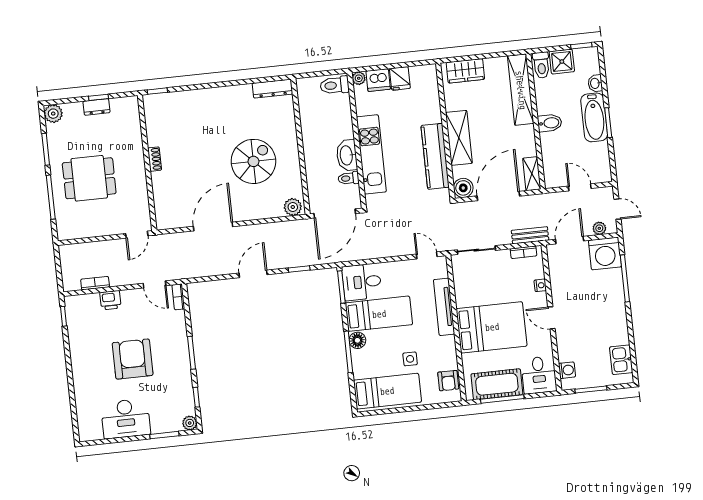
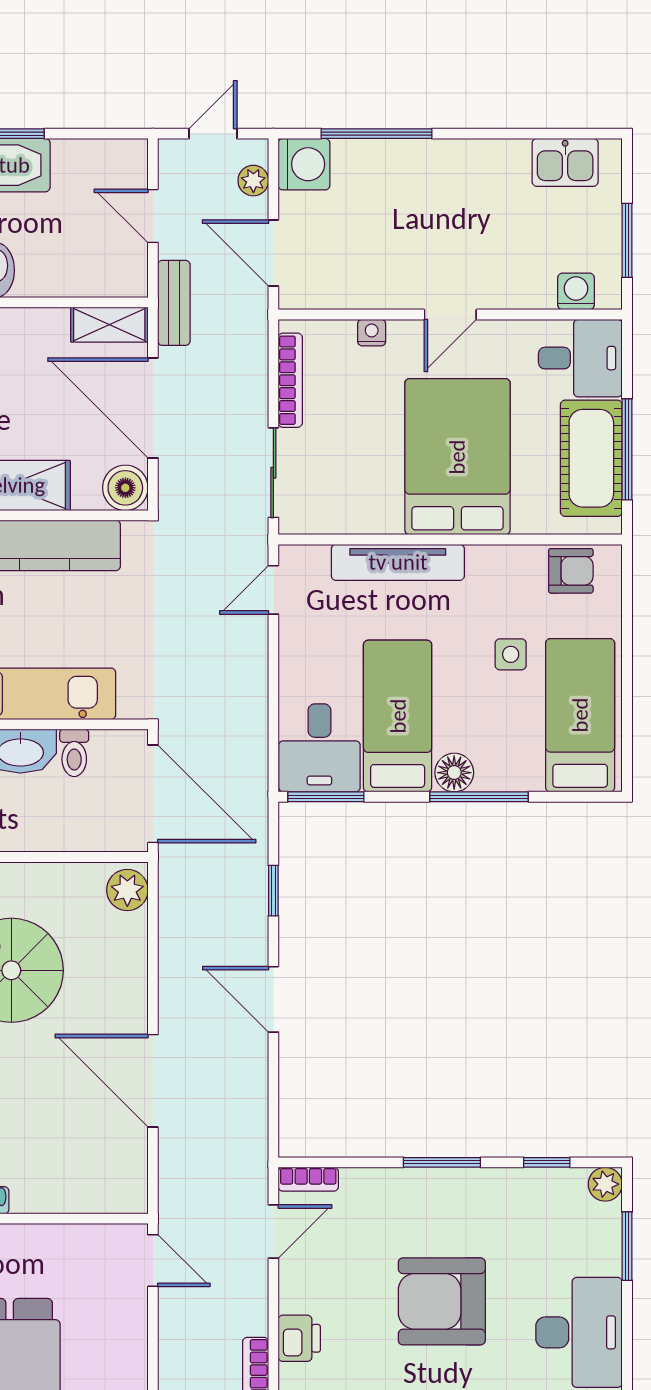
door: (580, 187) -> (153, 216), hinge flipped
bench: (530, 235) -> (174, 303), moved
bookcase: (524, 252) -> (290, 380), width x1.56
washing machine: (605, 254) -> (304, 164), width x0.73, depth x0.73

